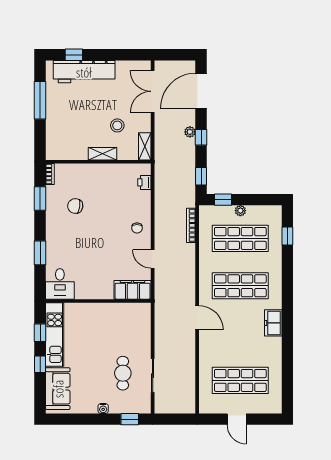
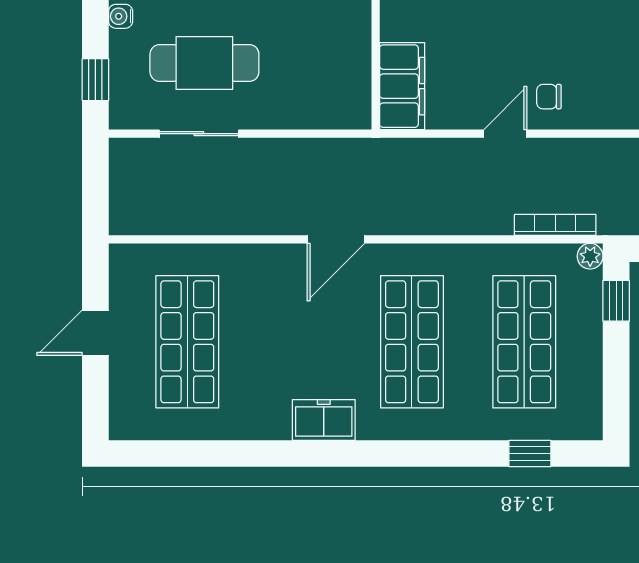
plant: (240, 211) -> (590, 256), moved
door: (153, 259) -> (505, 134), moved
cafe table: (123, 373) -> (204, 63), width x1.37, depth x1.35

